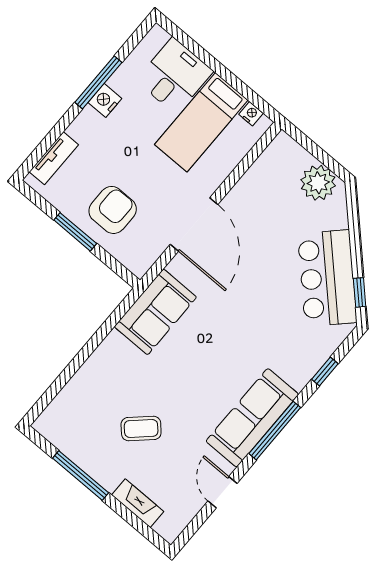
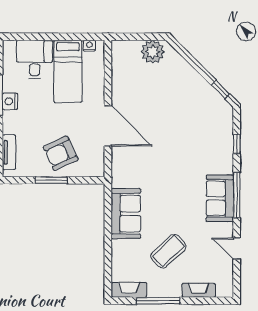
armchair: (113, 210) -> (61, 153), turned -115
bar counter: (327, 278) -> (198, 96), removed
sofa: (155, 312) -> (126, 214), moved
sofa: (252, 418) -> (220, 198), width x0.73
coffee table: (141, 429) -> (168, 251), width x1.36, depth x1.30
fireplace: (58, 434) -> (129, 290), added

